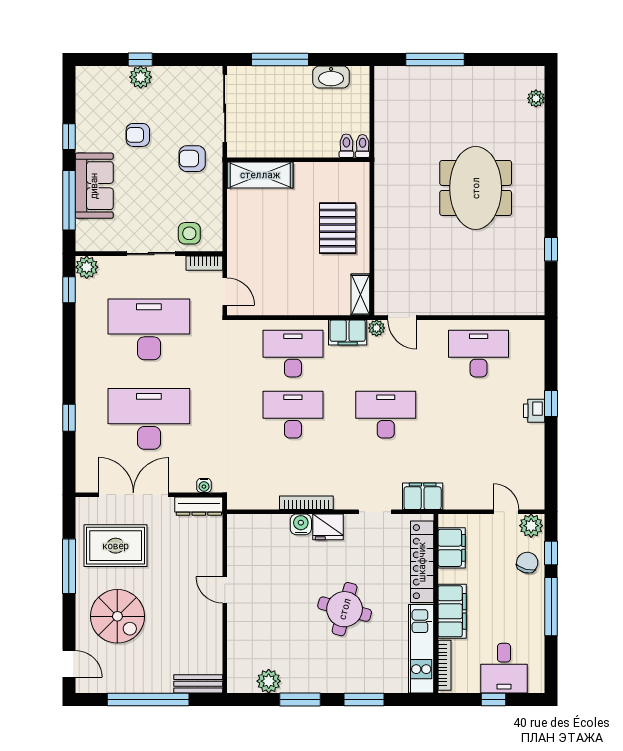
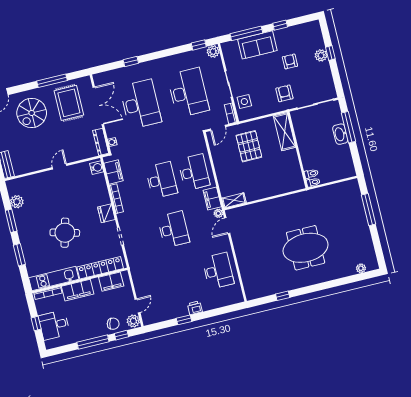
washbasin: (331, 77) -> (340, 134), moved
pallet: (338, 228) -> (249, 146), moved, turned 90
window: (551, 403) -> (184, 320), moved
filing cabinet: (423, 496) -> (114, 172), moved
water cooler: (301, 524) -> (97, 168), moved

